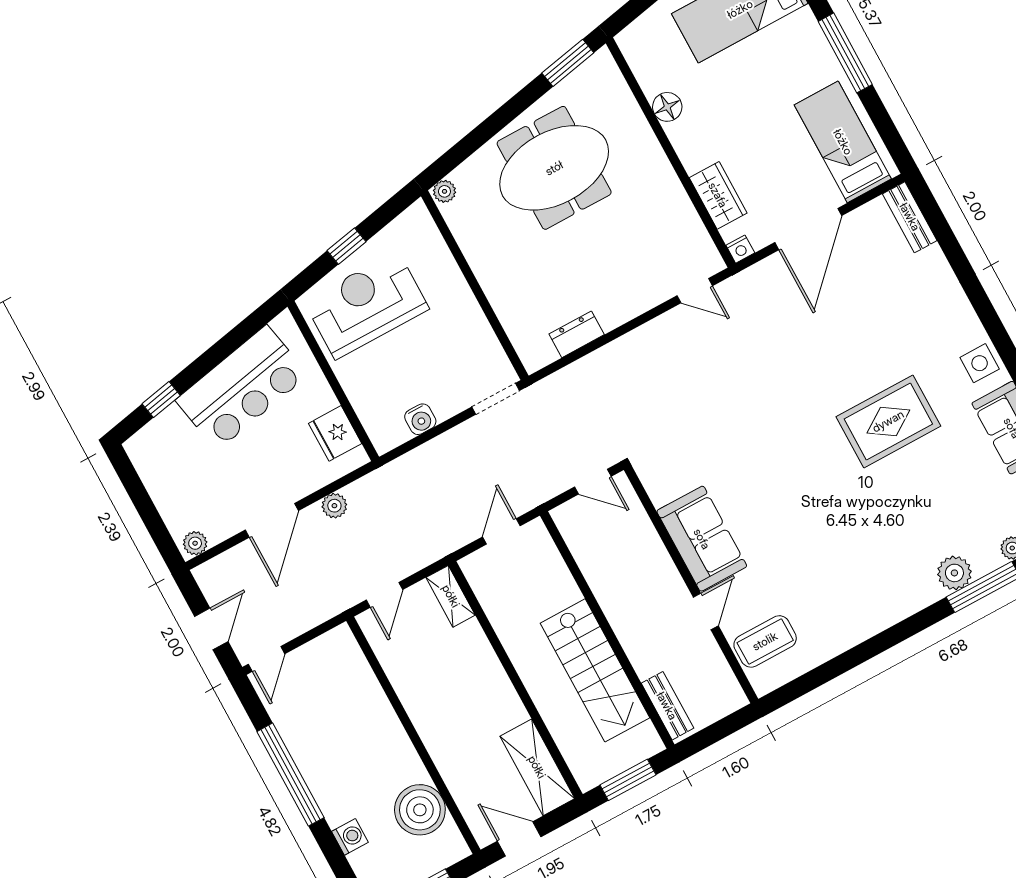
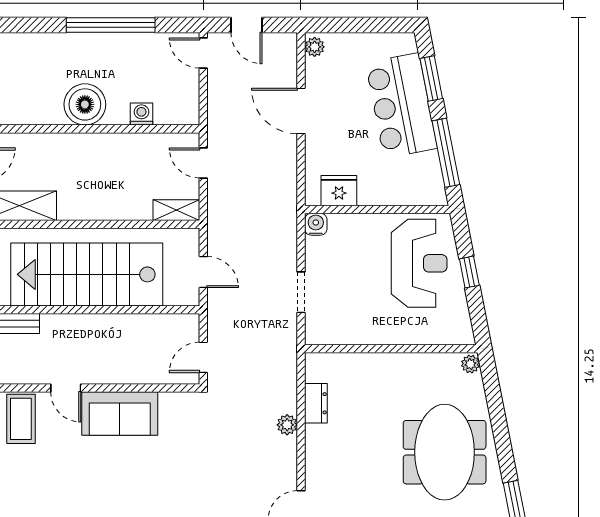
window: (232, 341) -> (446, 153), added
bar counter: (242, 388) -> (401, 106), moved
doorway: (496, 399) -> (301, 292), moved
window: (161, 400) -> (431, 79), width x1.50
water cooler: (420, 419) -> (316, 224), moved, turned 90
plant: (334, 506) -> (287, 425), moved
stairs: (595, 670) -> (87, 274), width x1.36, depth x1.51
boiler: (420, 810) -> (85, 104), moved
washing machine: (350, 837) -> (141, 114), moved, turned 180

